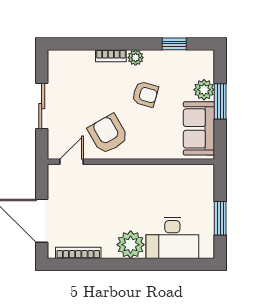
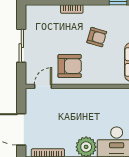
plant: (136, 58) -> (90, 10), removed
armchair: (108, 134) -> (70, 66), turned 120

